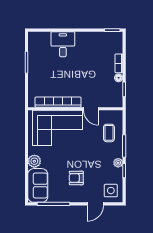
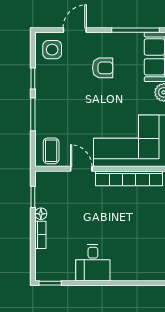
desk: (63, 44) -> (93, 263), moved
coffee table: (109, 133) -> (51, 151), moved
plant: (118, 163) -> (42, 90), removed

